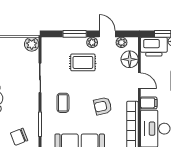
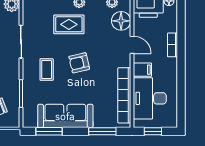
armchair: (103, 106) -> (79, 63), moved

